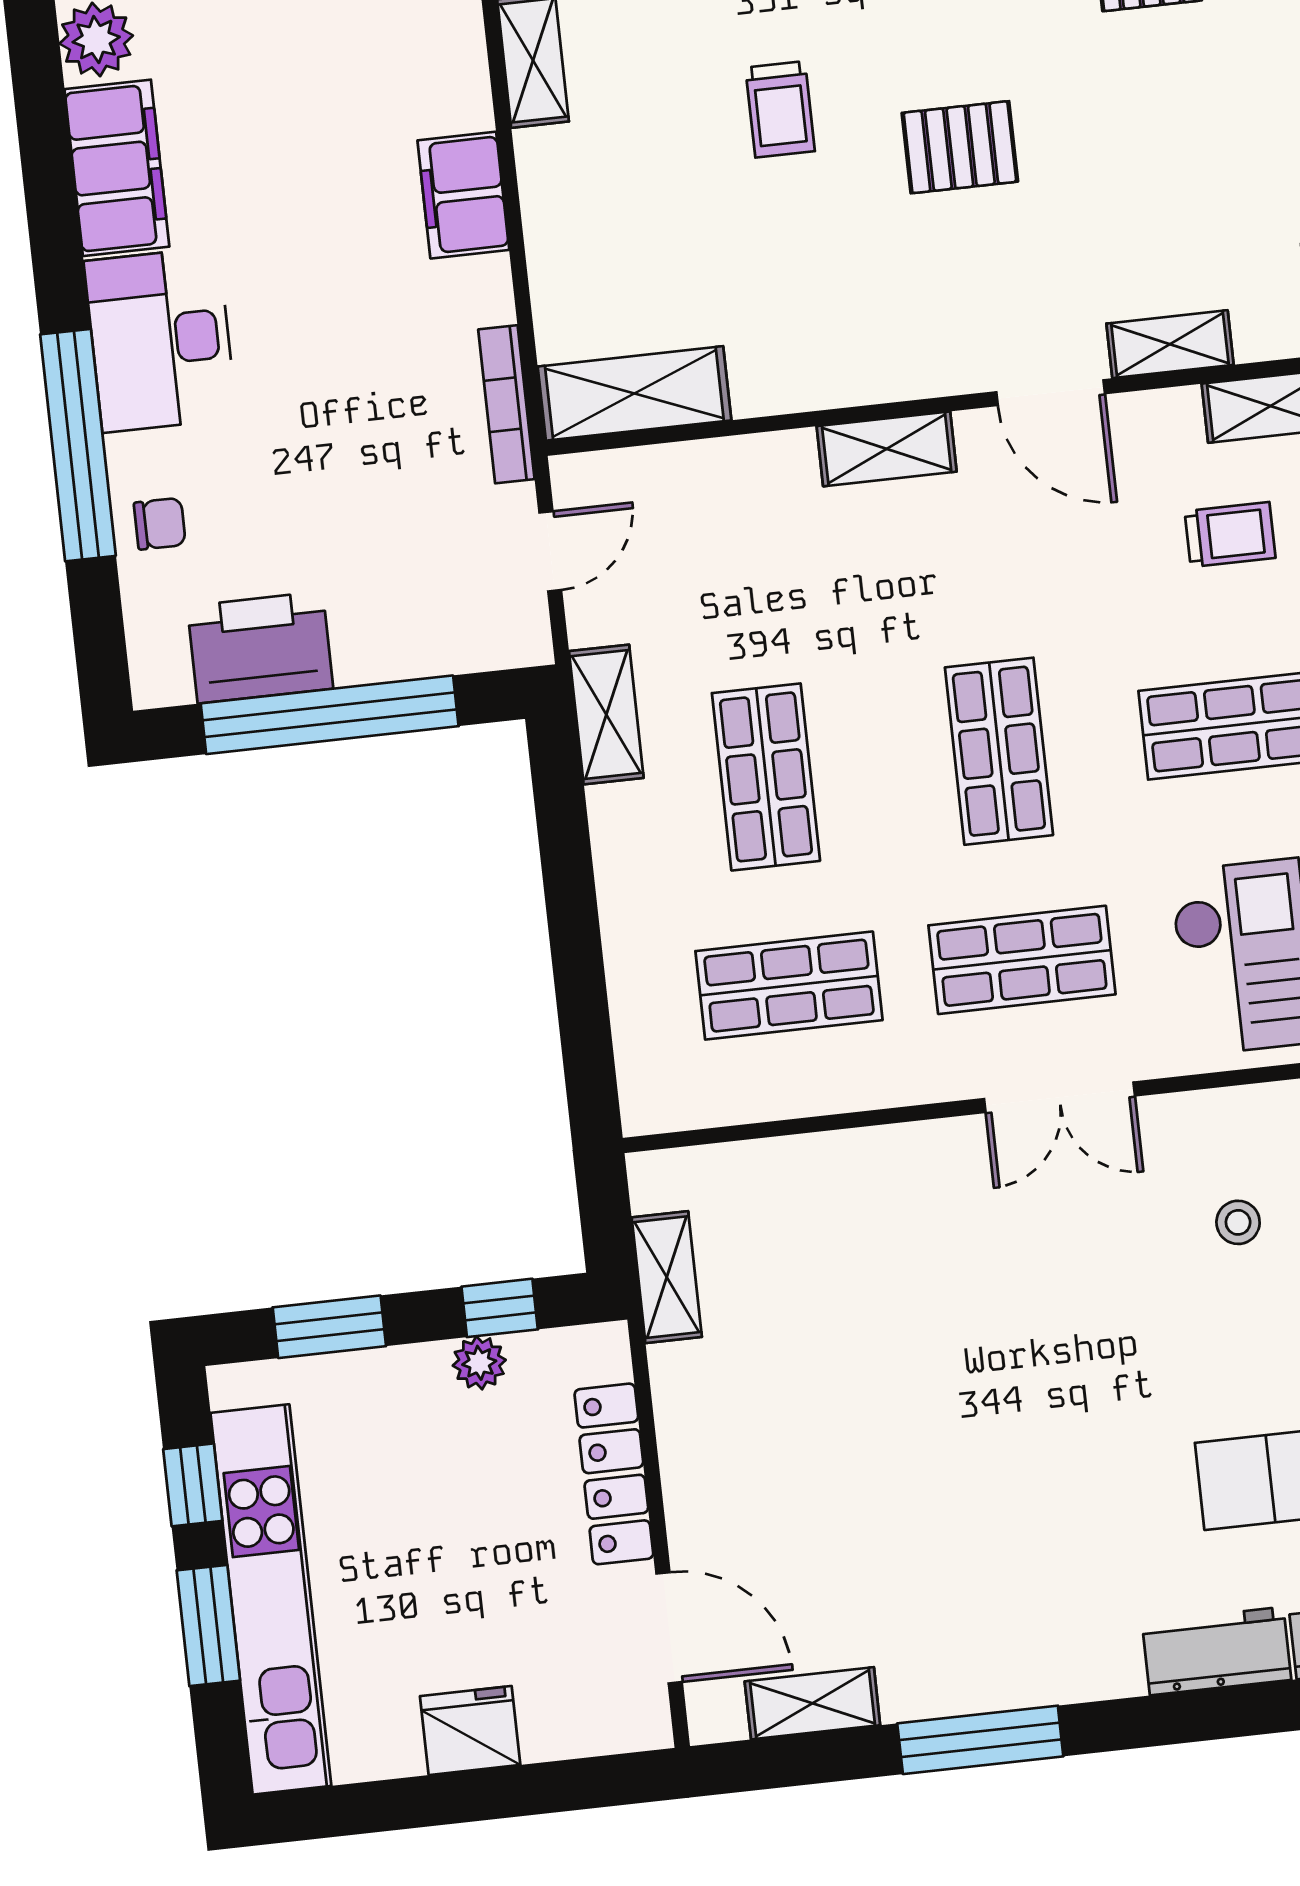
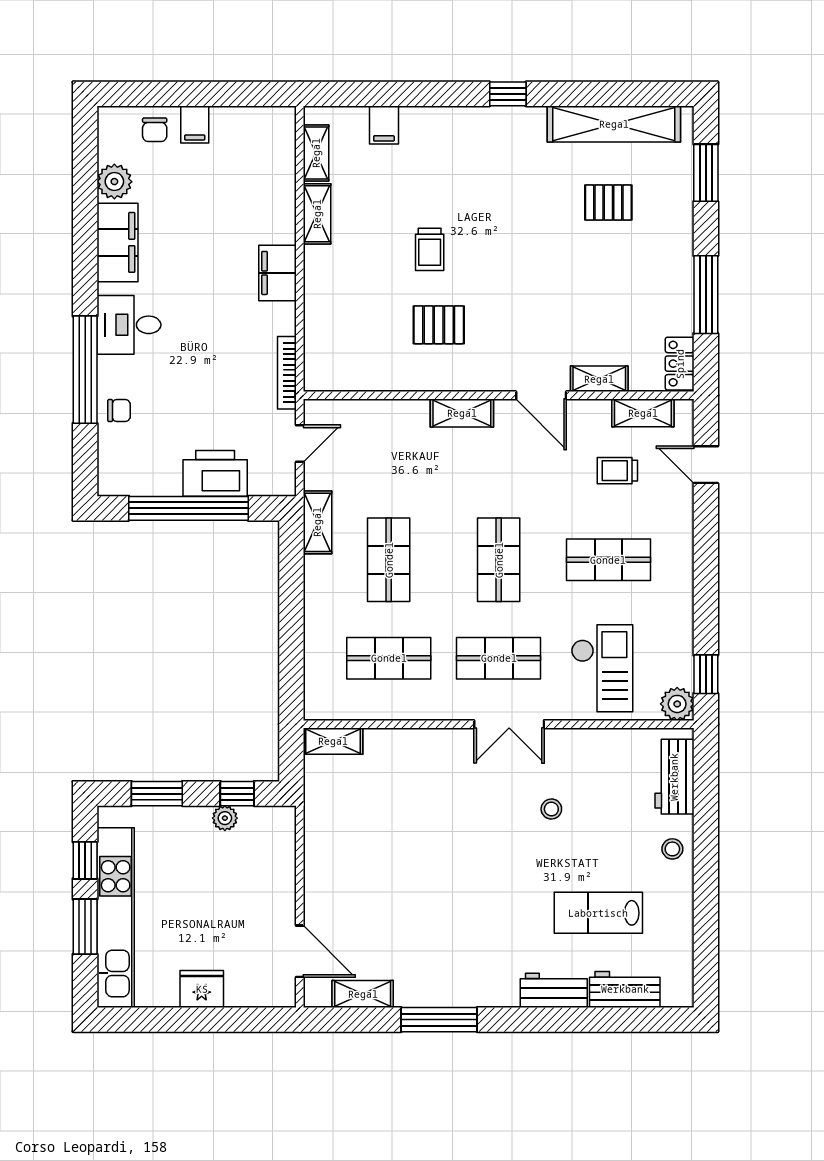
pallet: (960, 147) -> (439, 325), moved
desk: (160, 340) -> (129, 325), width x0.73
shelving: (634, 393) -> (347, 374), removed
trolley: (1230, 535) -> (617, 471), turned 180
printer: (260, 647) -> (215, 473), moved
stool: (1238, 1222) -> (551, 809), moved
shelving: (667, 1277) -> (333, 741), moved, turned 90
locker: (614, 1474) -> (282, 877), removed

